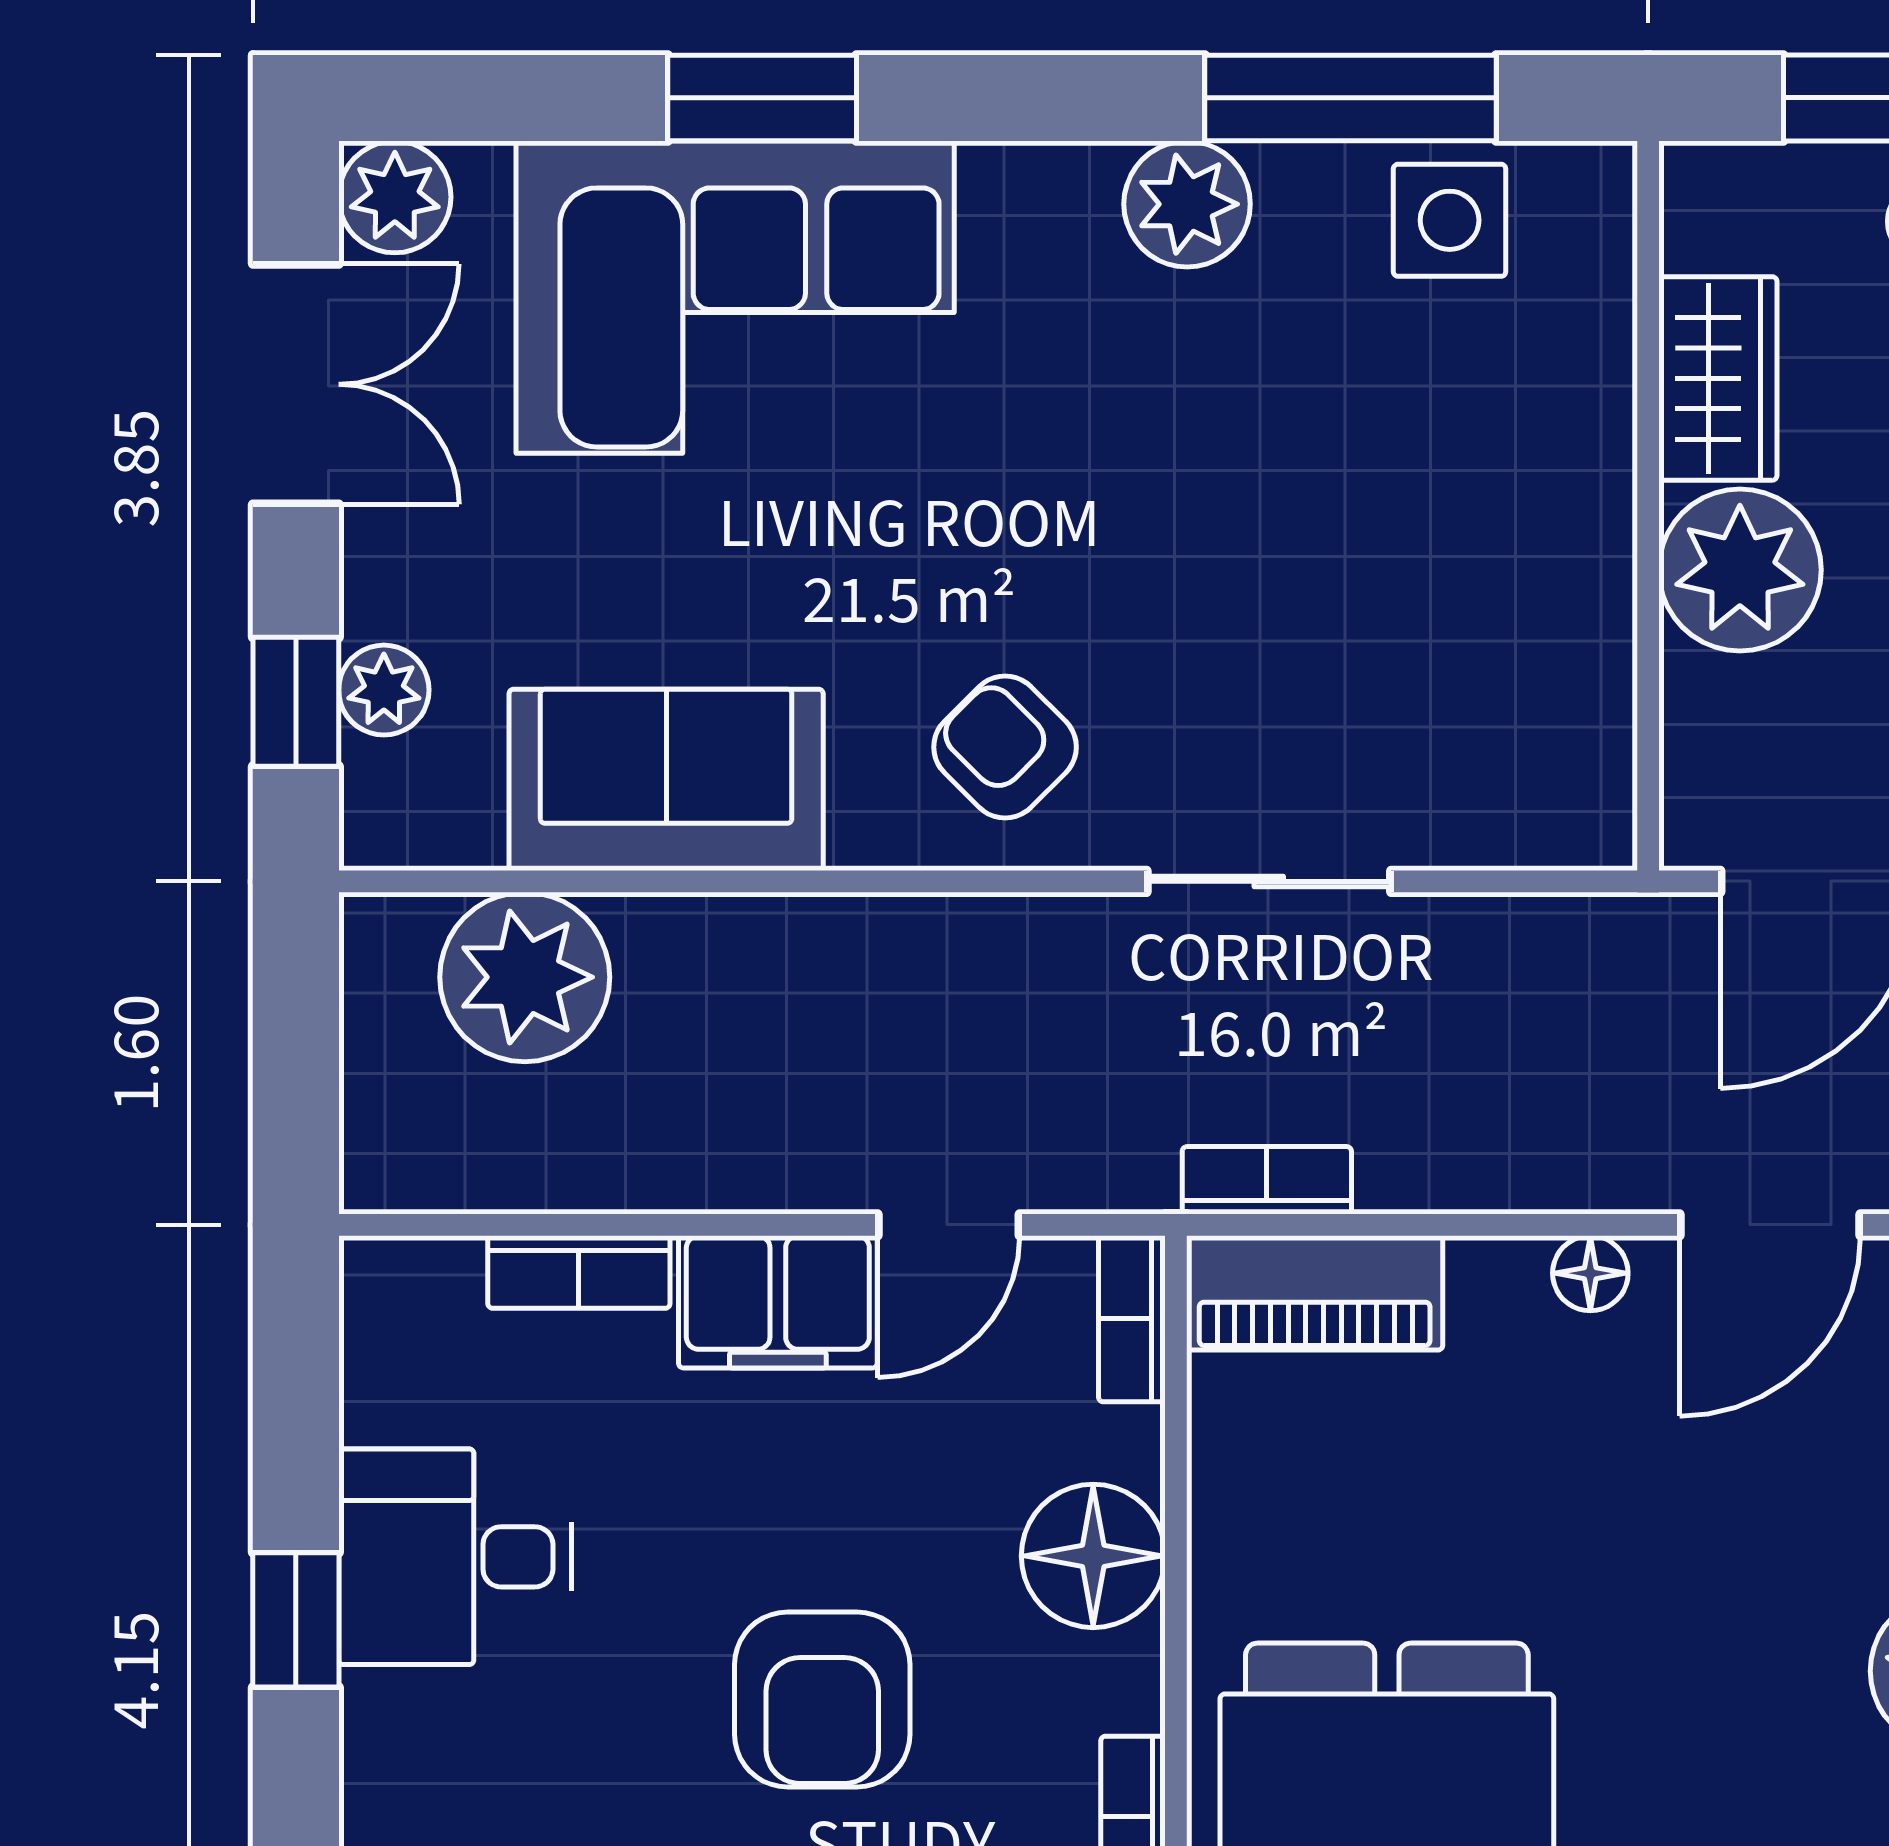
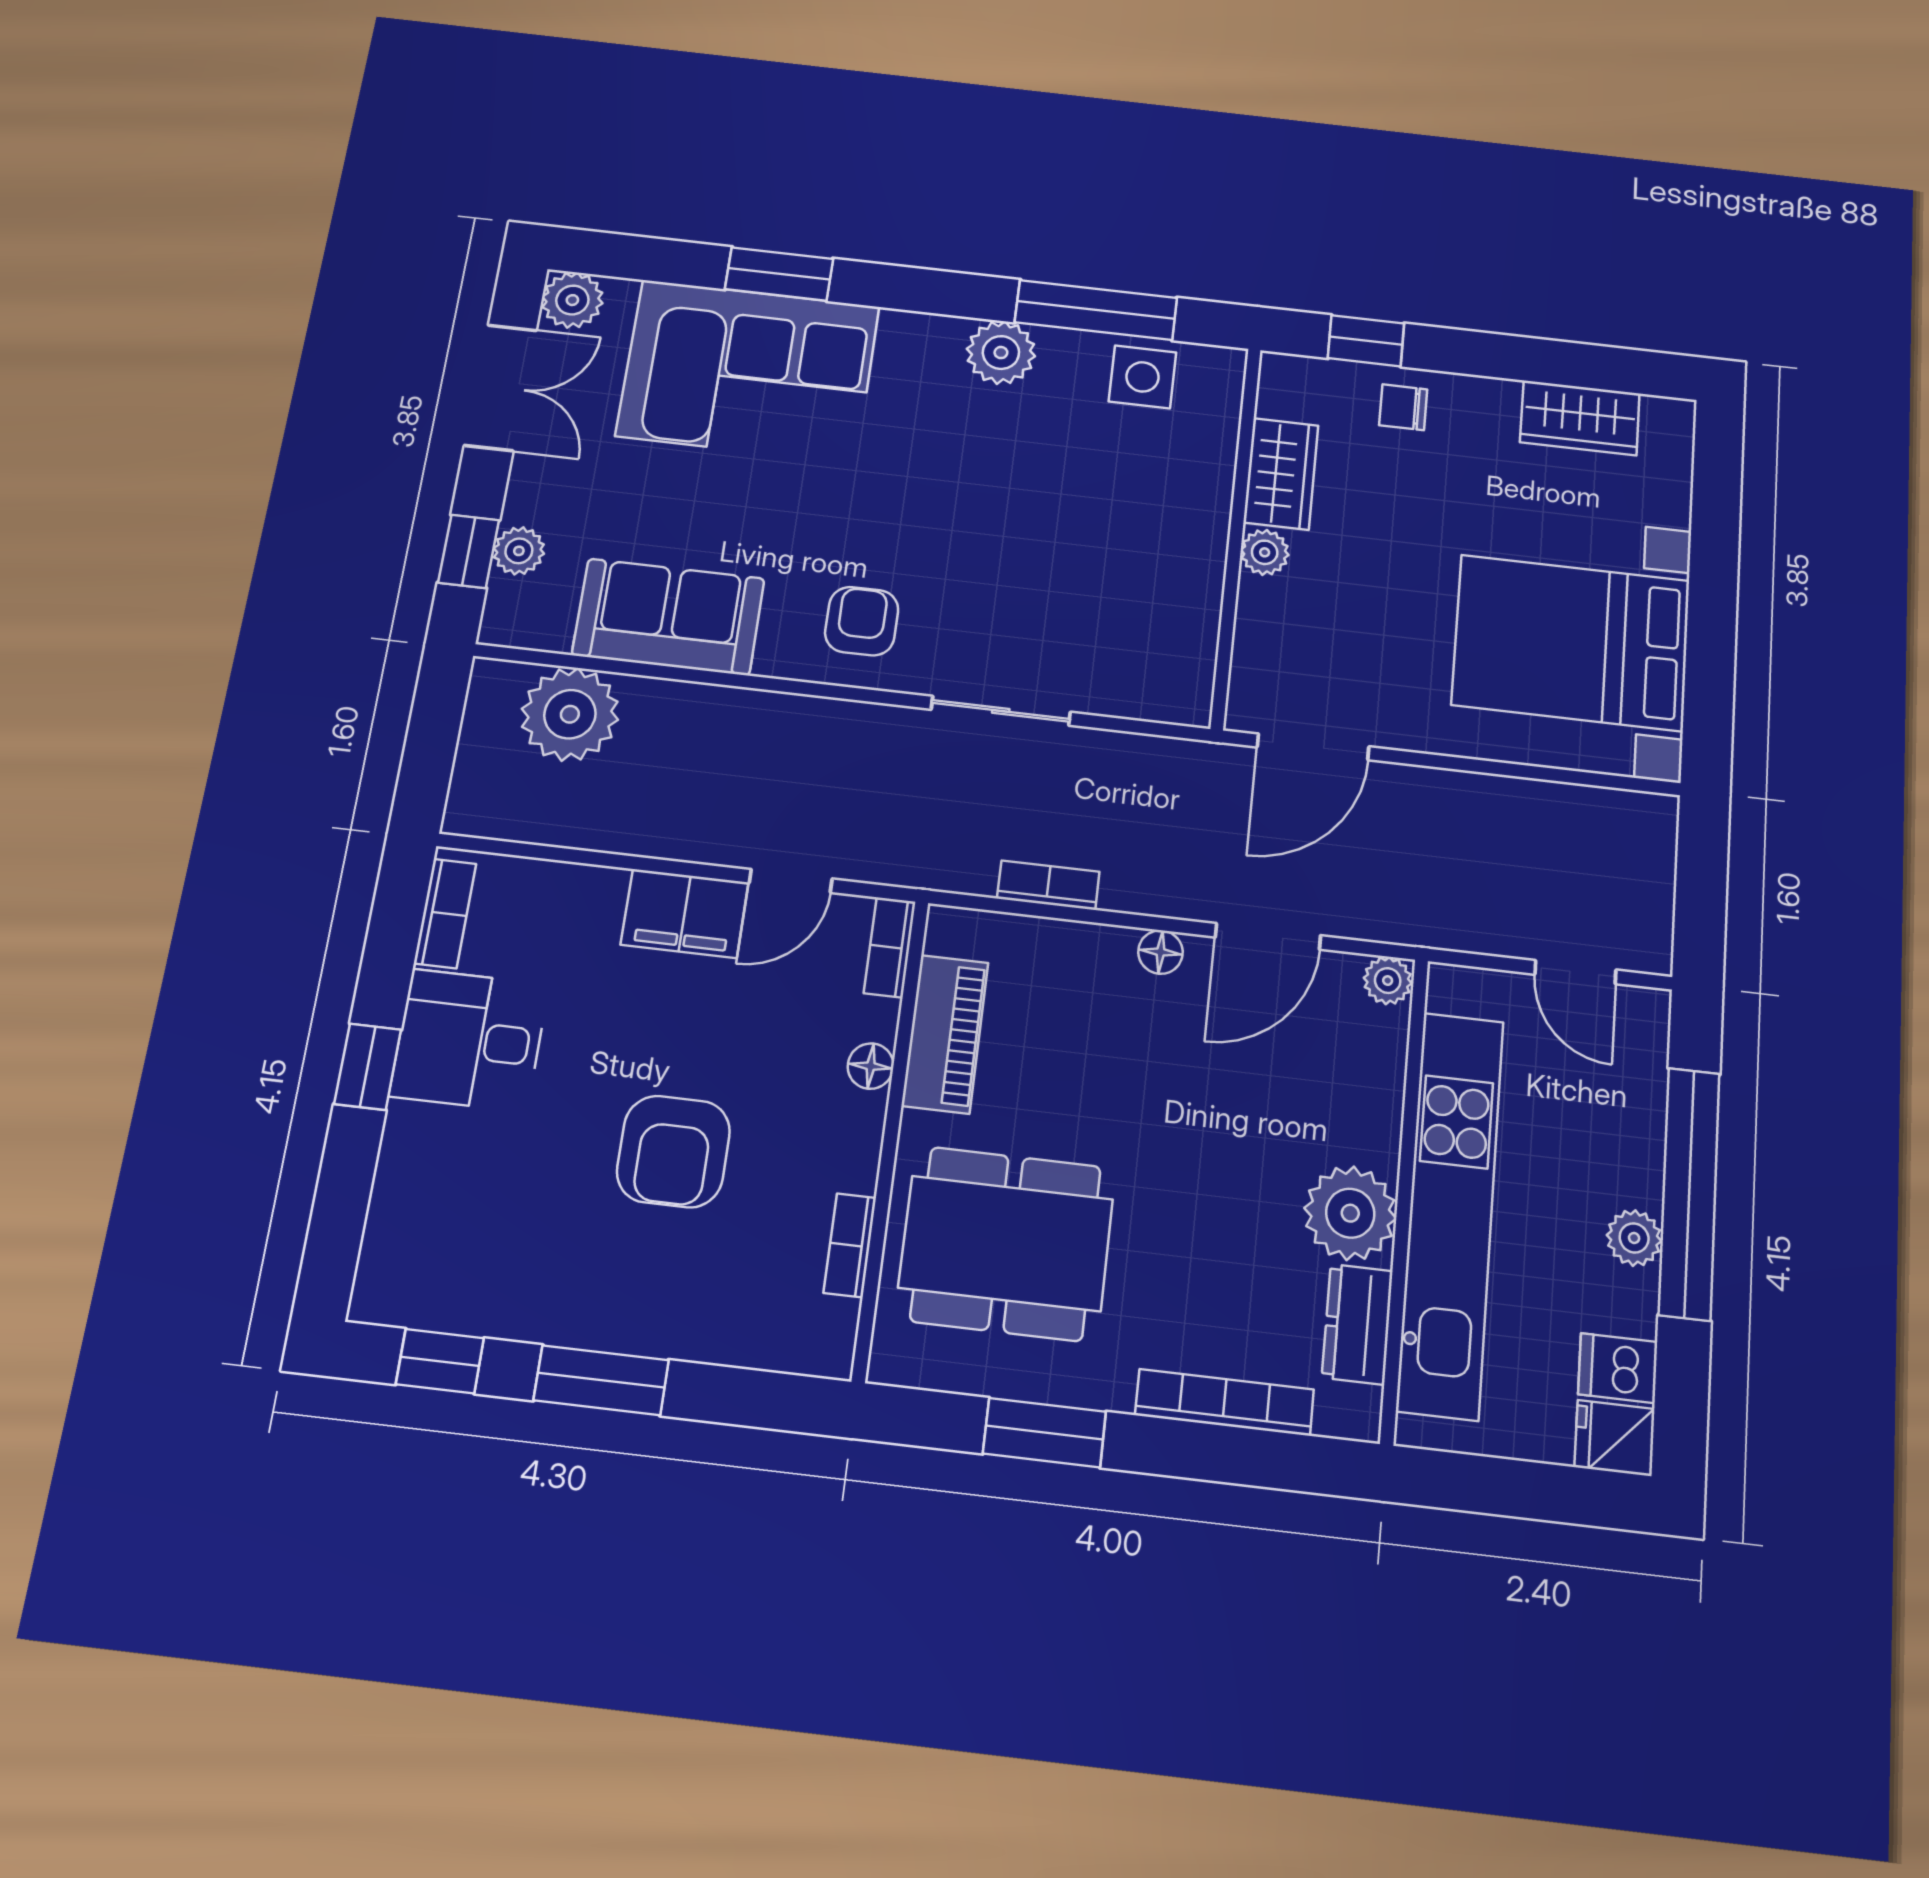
plant: (1740, 570) -> (1265, 552), width x0.53, depth x0.53
armchair: (1005, 747) -> (862, 621), turned 45
bookcase: (1267, 1180) -> (1048, 885), moved
bookcase: (579, 1272) -> (445, 913), moved, turned -90
piano: (1315, 1293) -> (945, 1034), moved, turned -90
floor lamp: (1093, 1556) -> (871, 1066), width x0.53, depth x0.53

